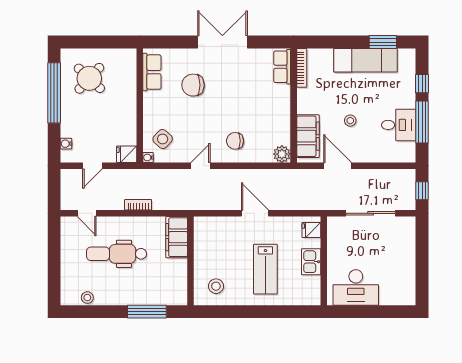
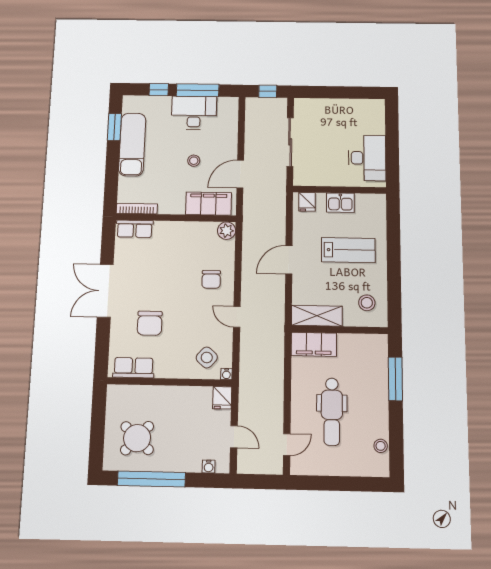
desk: (399, 125) -> (194, 113), width x1.37
bookcase: (138, 205) -> (278, 386), removed
shelving: (203, 240) -> (317, 316), added

